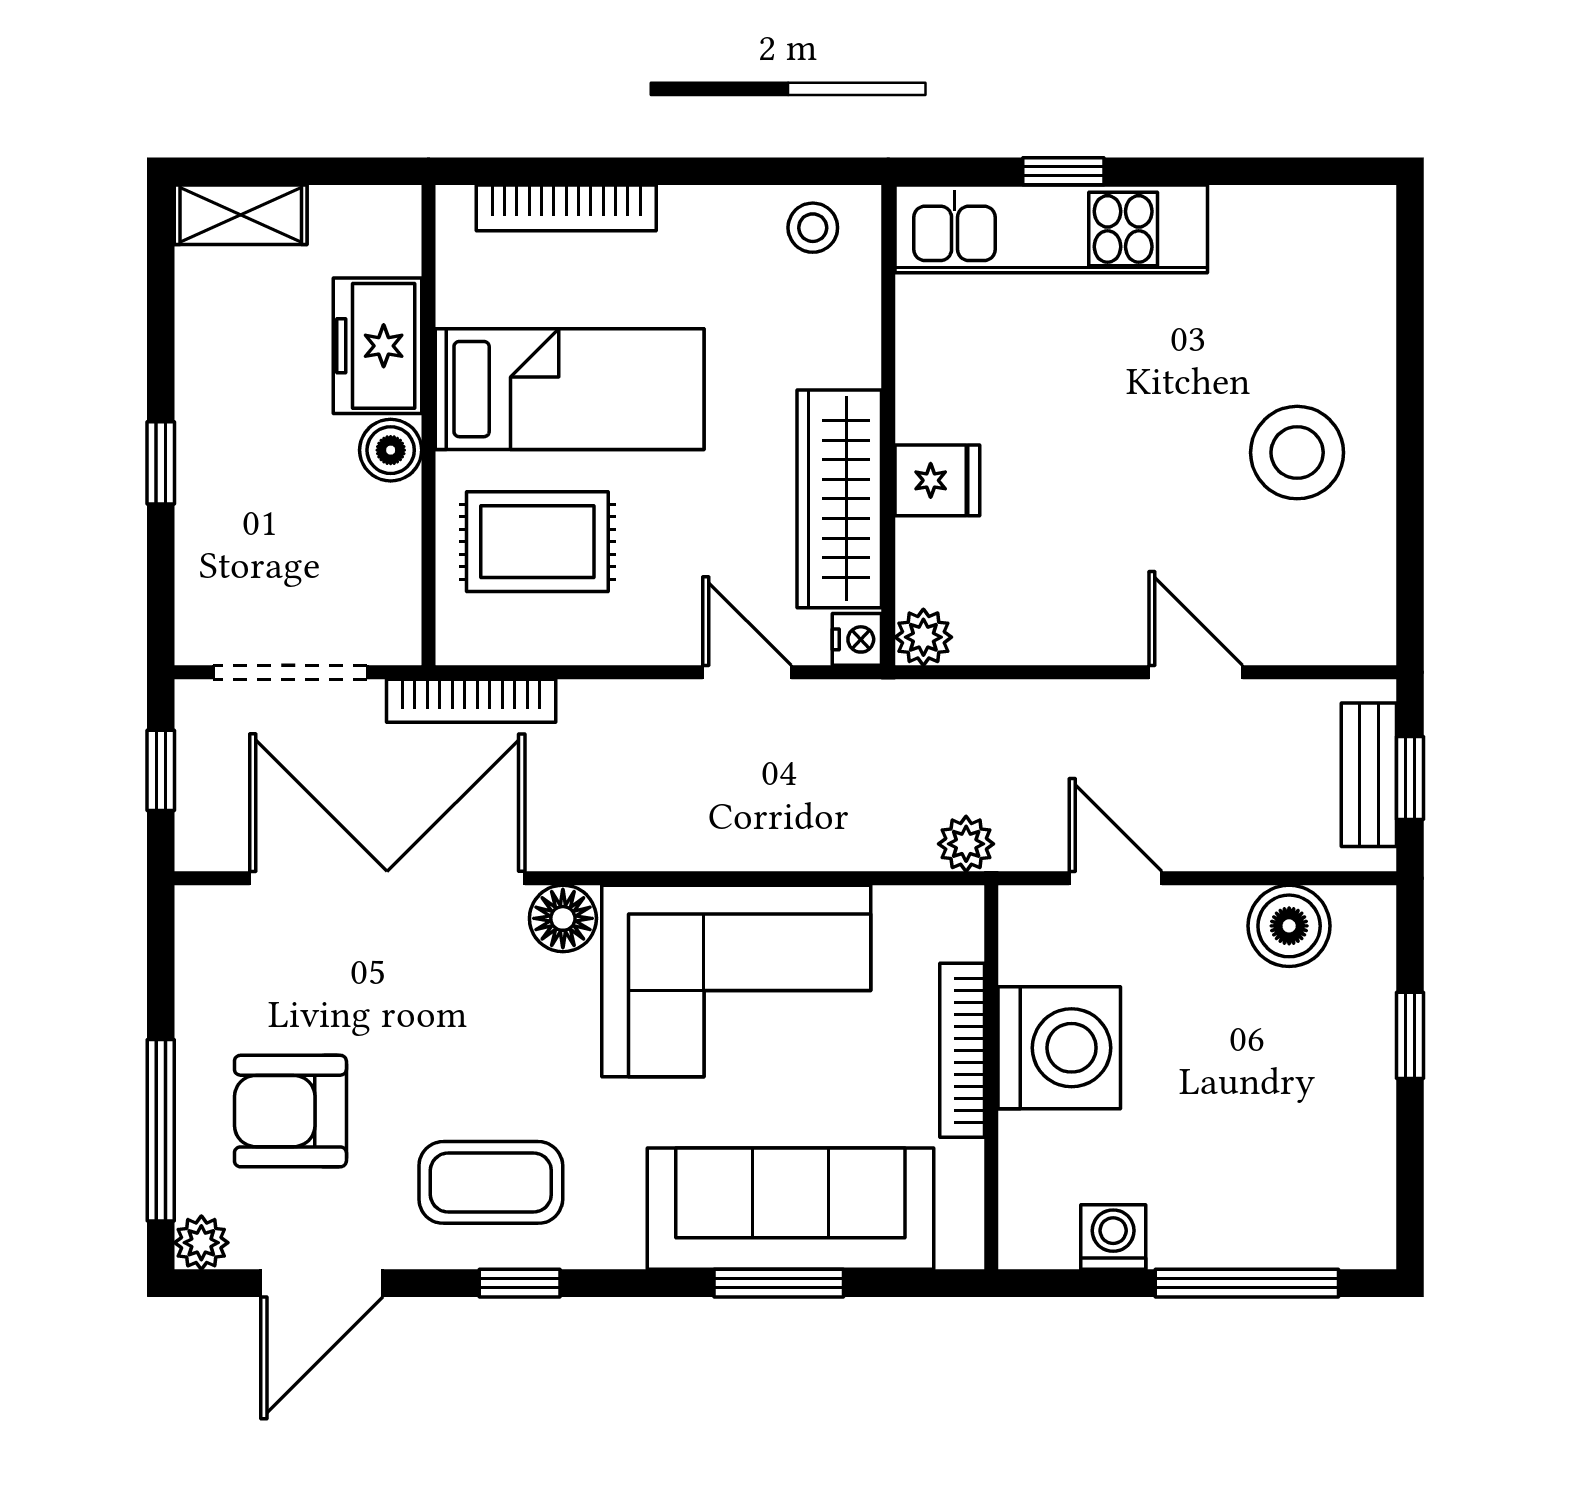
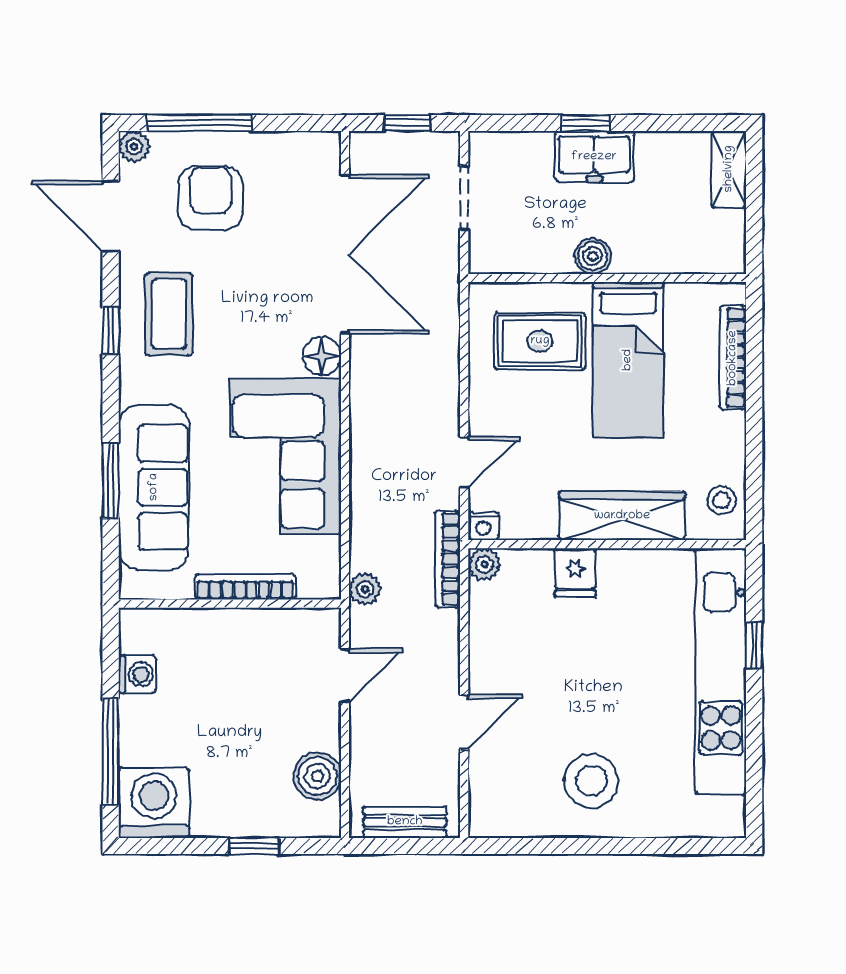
kitchen unit: (1051, 229) -> (721, 671), width x1.36
freezer: (377, 346) -> (594, 157), moved, turned 180
wardrobe: (839, 499) -> (622, 516), moved
rug: (537, 542) -> (540, 341), turned 90
doorway: (290, 672) -> (464, 198), width x0.73
bookcase: (471, 701) -> (448, 559), moved
window: (1410, 778) -> (403, 846), removed
washing machine: (1059, 1048) -> (154, 803), moved, turned 180

